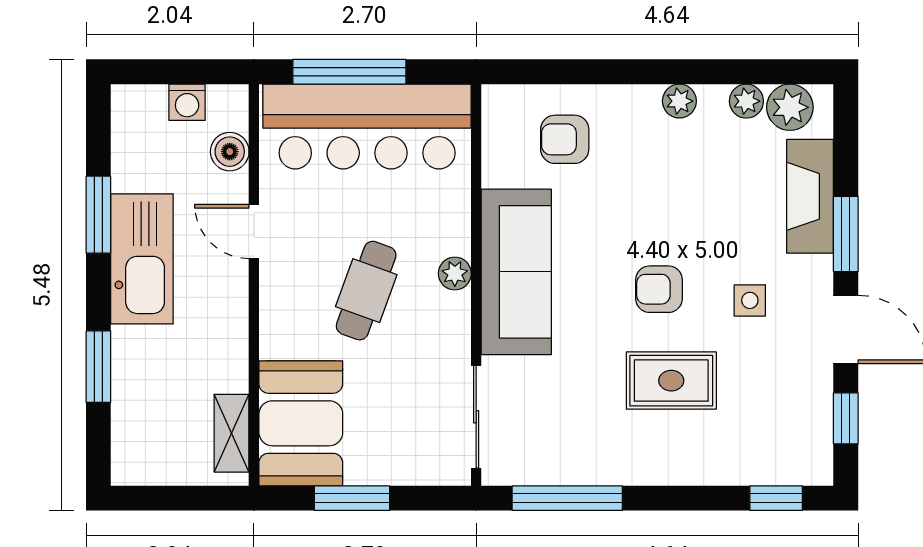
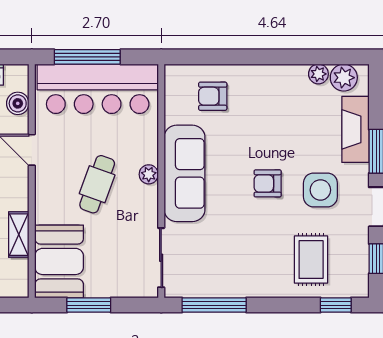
plant: (679, 101) -> (279, 74), removed
side table: (750, 300) -> (320, 190), width x1.87, depth x1.87
rug: (671, 381) -> (311, 260), moved, turned 90
shelving: (232, 433) -> (19, 235), moved

